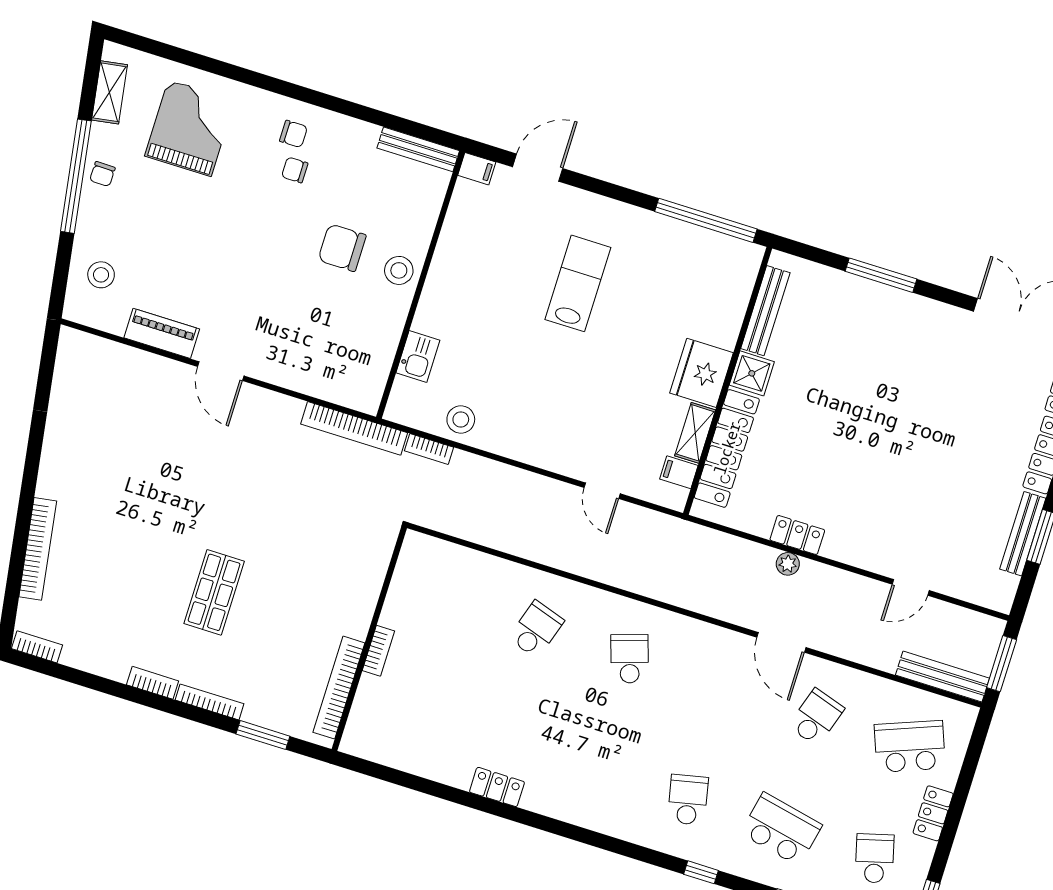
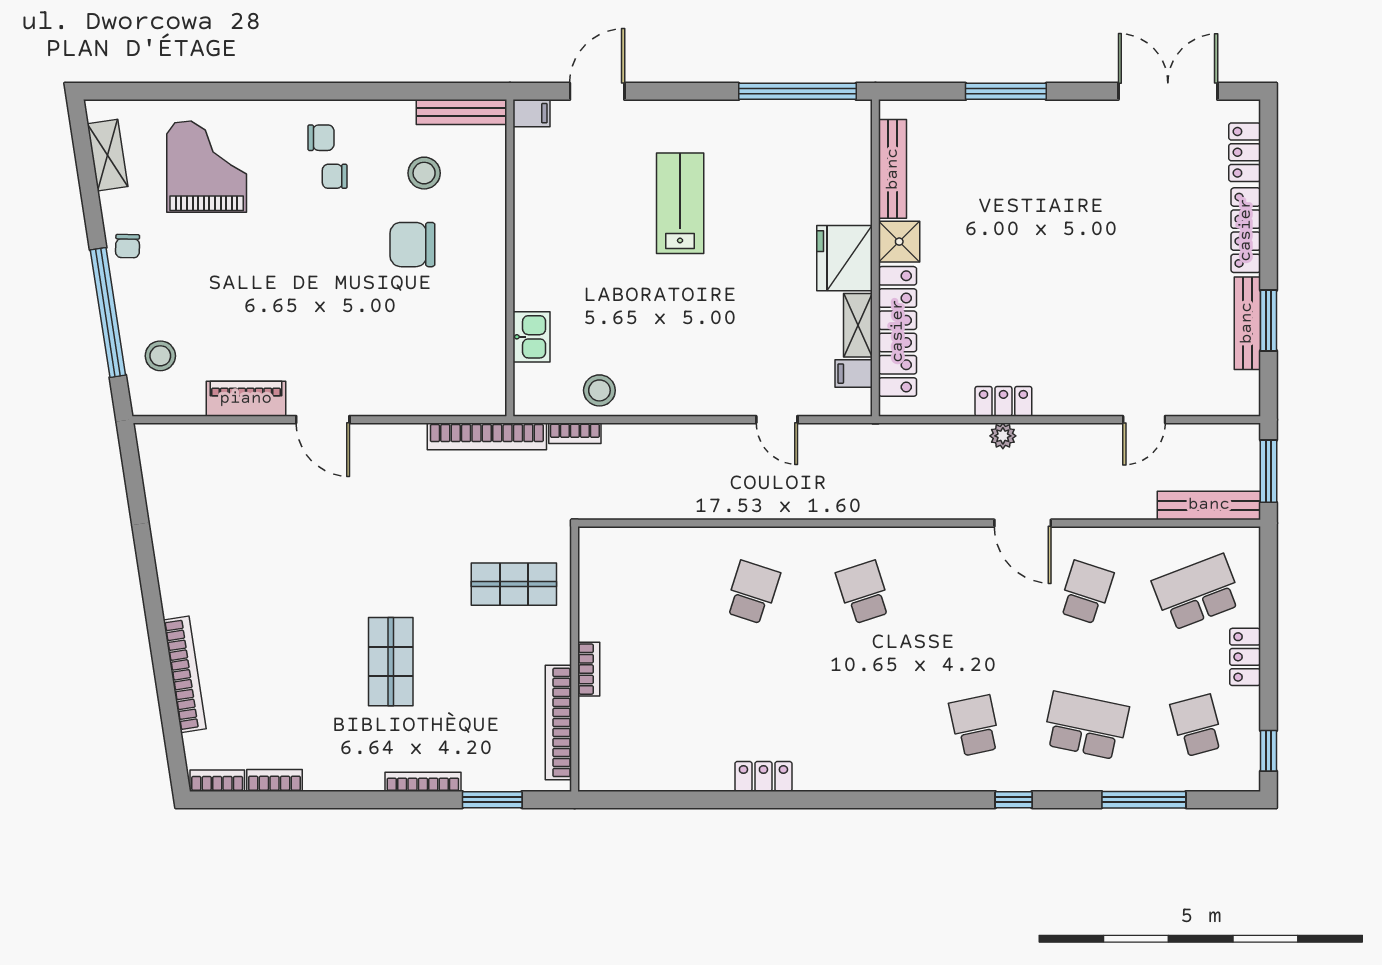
window: (76, 176) -> (108, 312), moved
stool: (399, 270) -> (424, 173), moved
shop shelf: (338, 560) -> (514, 584), added
bookcase: (153, 683) -> (275, 781), moved

